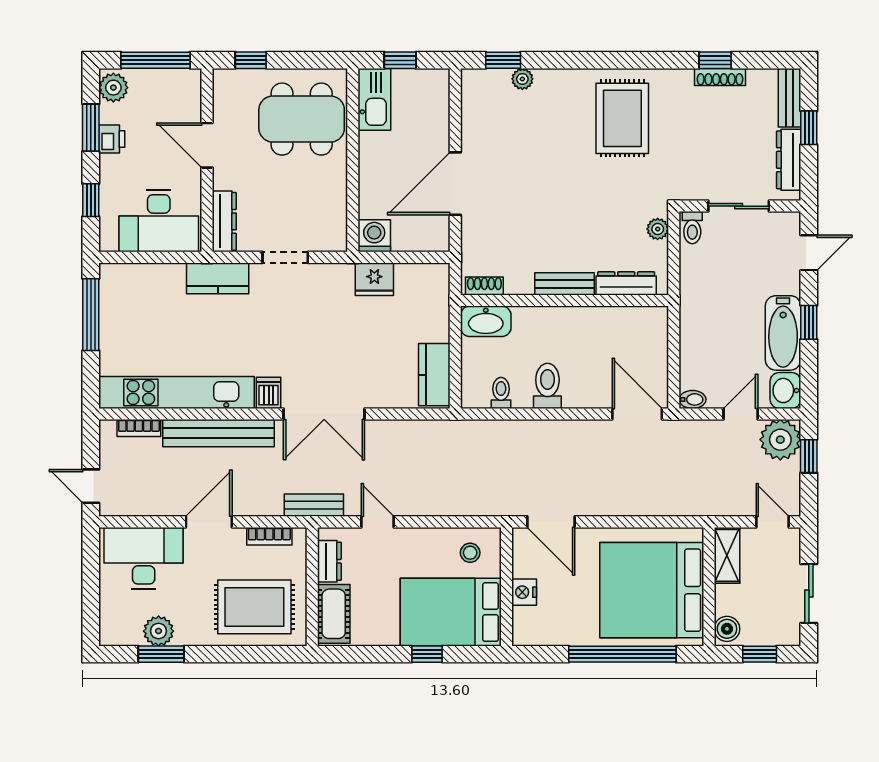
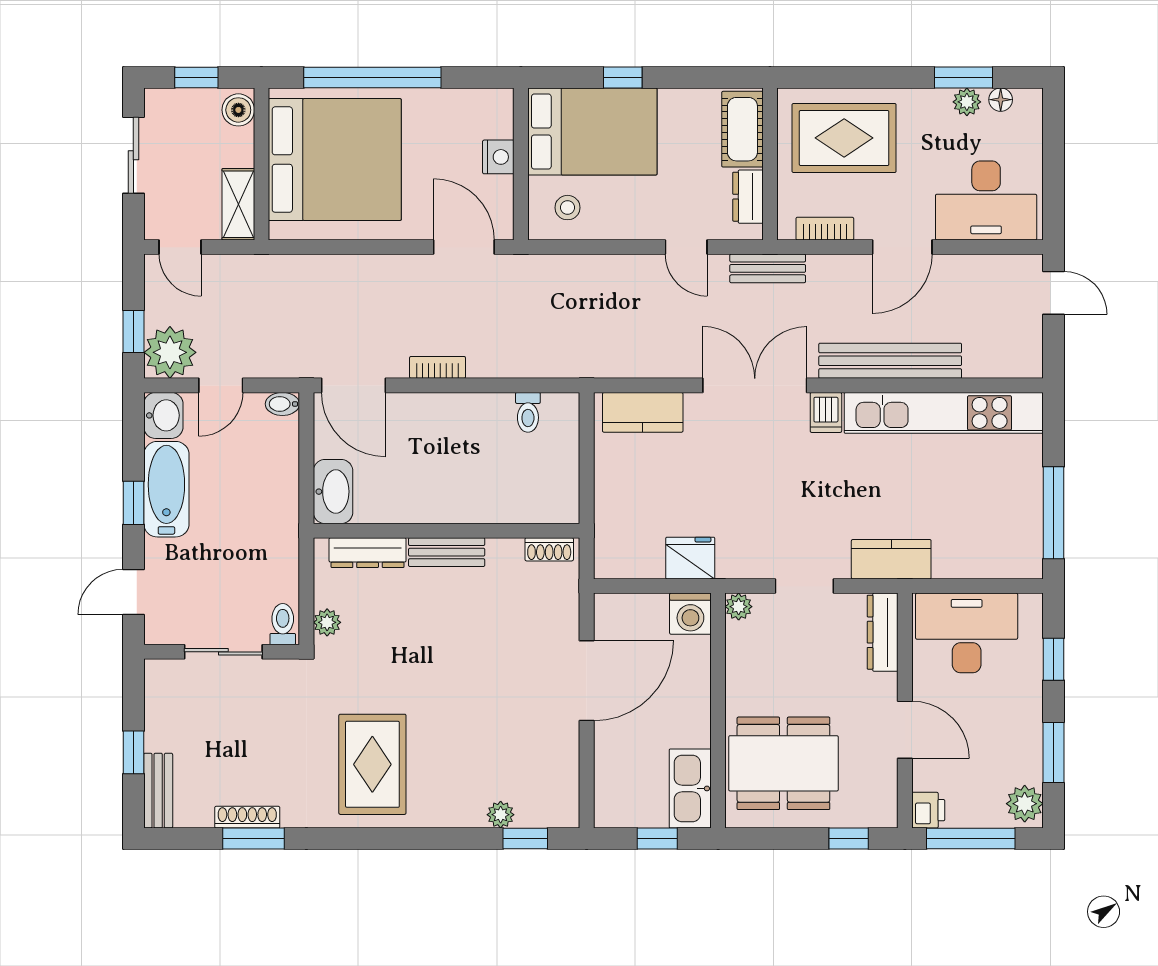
window: (715, 60) -> (253, 839), width x1.50
printer: (112, 139) -> (928, 810), moved, turned 180
dresser: (789, 160) -> (159, 711), removed
plant: (337, 241) -> (739, 607), added
washbasin: (486, 321) -> (333, 492), moved, turned 90
kitchen counter: (434, 375) -> (643, 412), moved, turned 90
toilet: (547, 386) -> (468, 421), removed
bookcase: (139, 428) -> (438, 367), moved
plant: (159, 631) -> (967, 102), width x0.73, depth x0.73
floor lamp: (132, 637) -> (1001, 100), added

